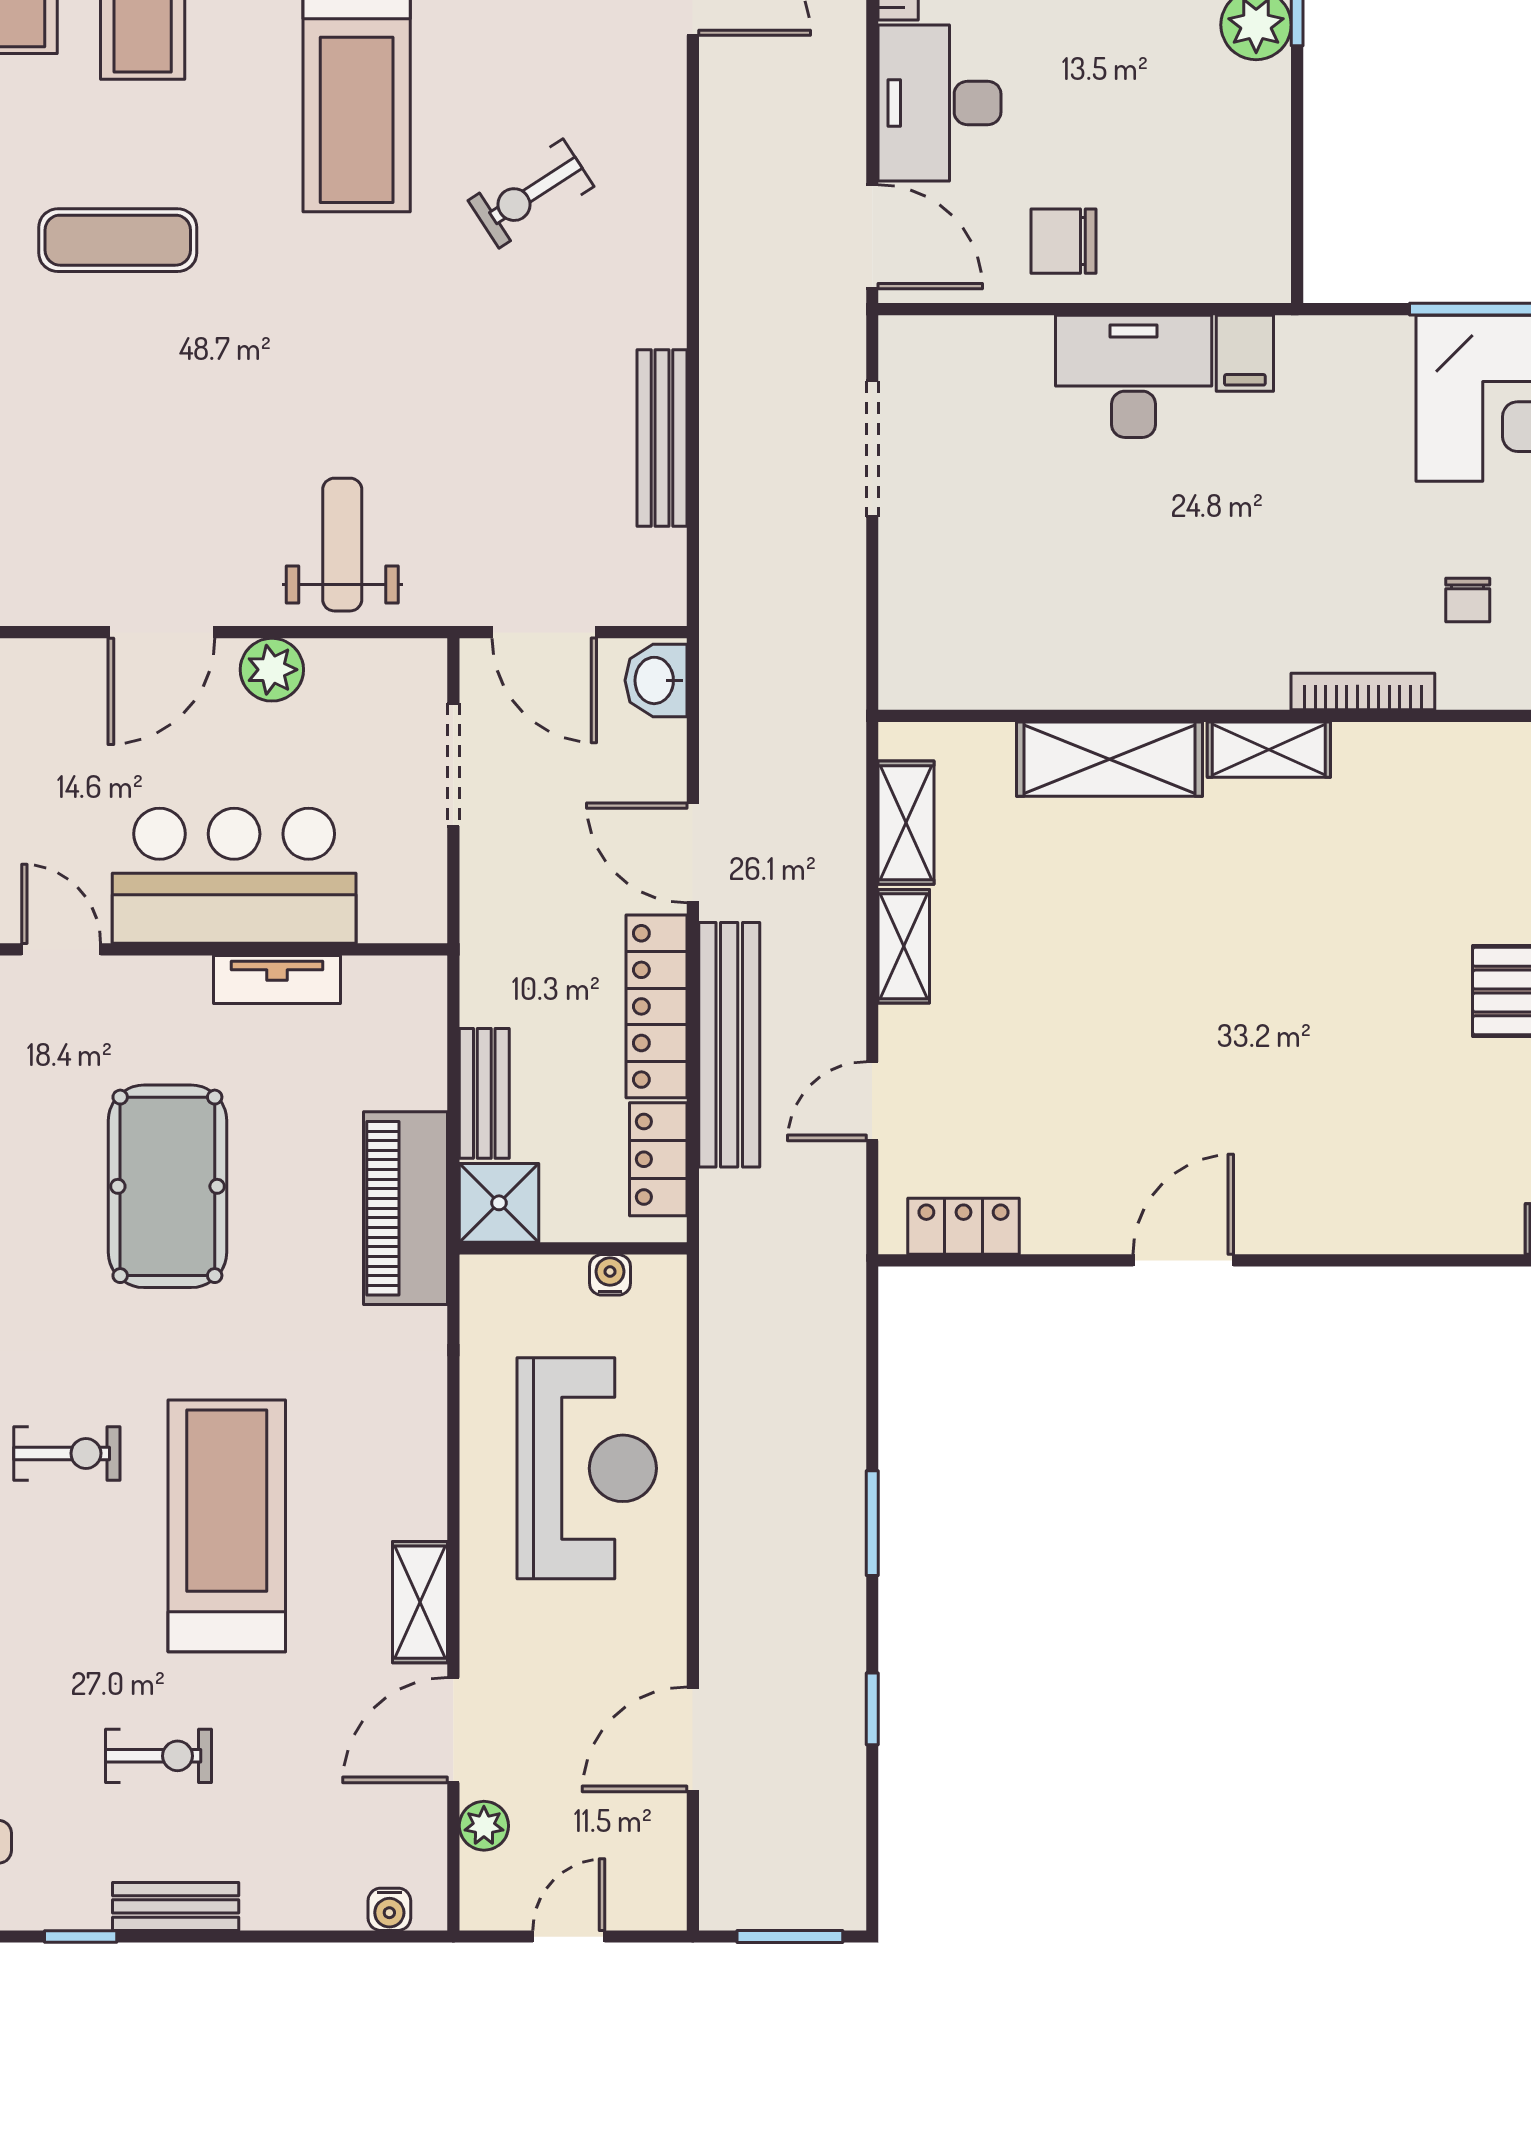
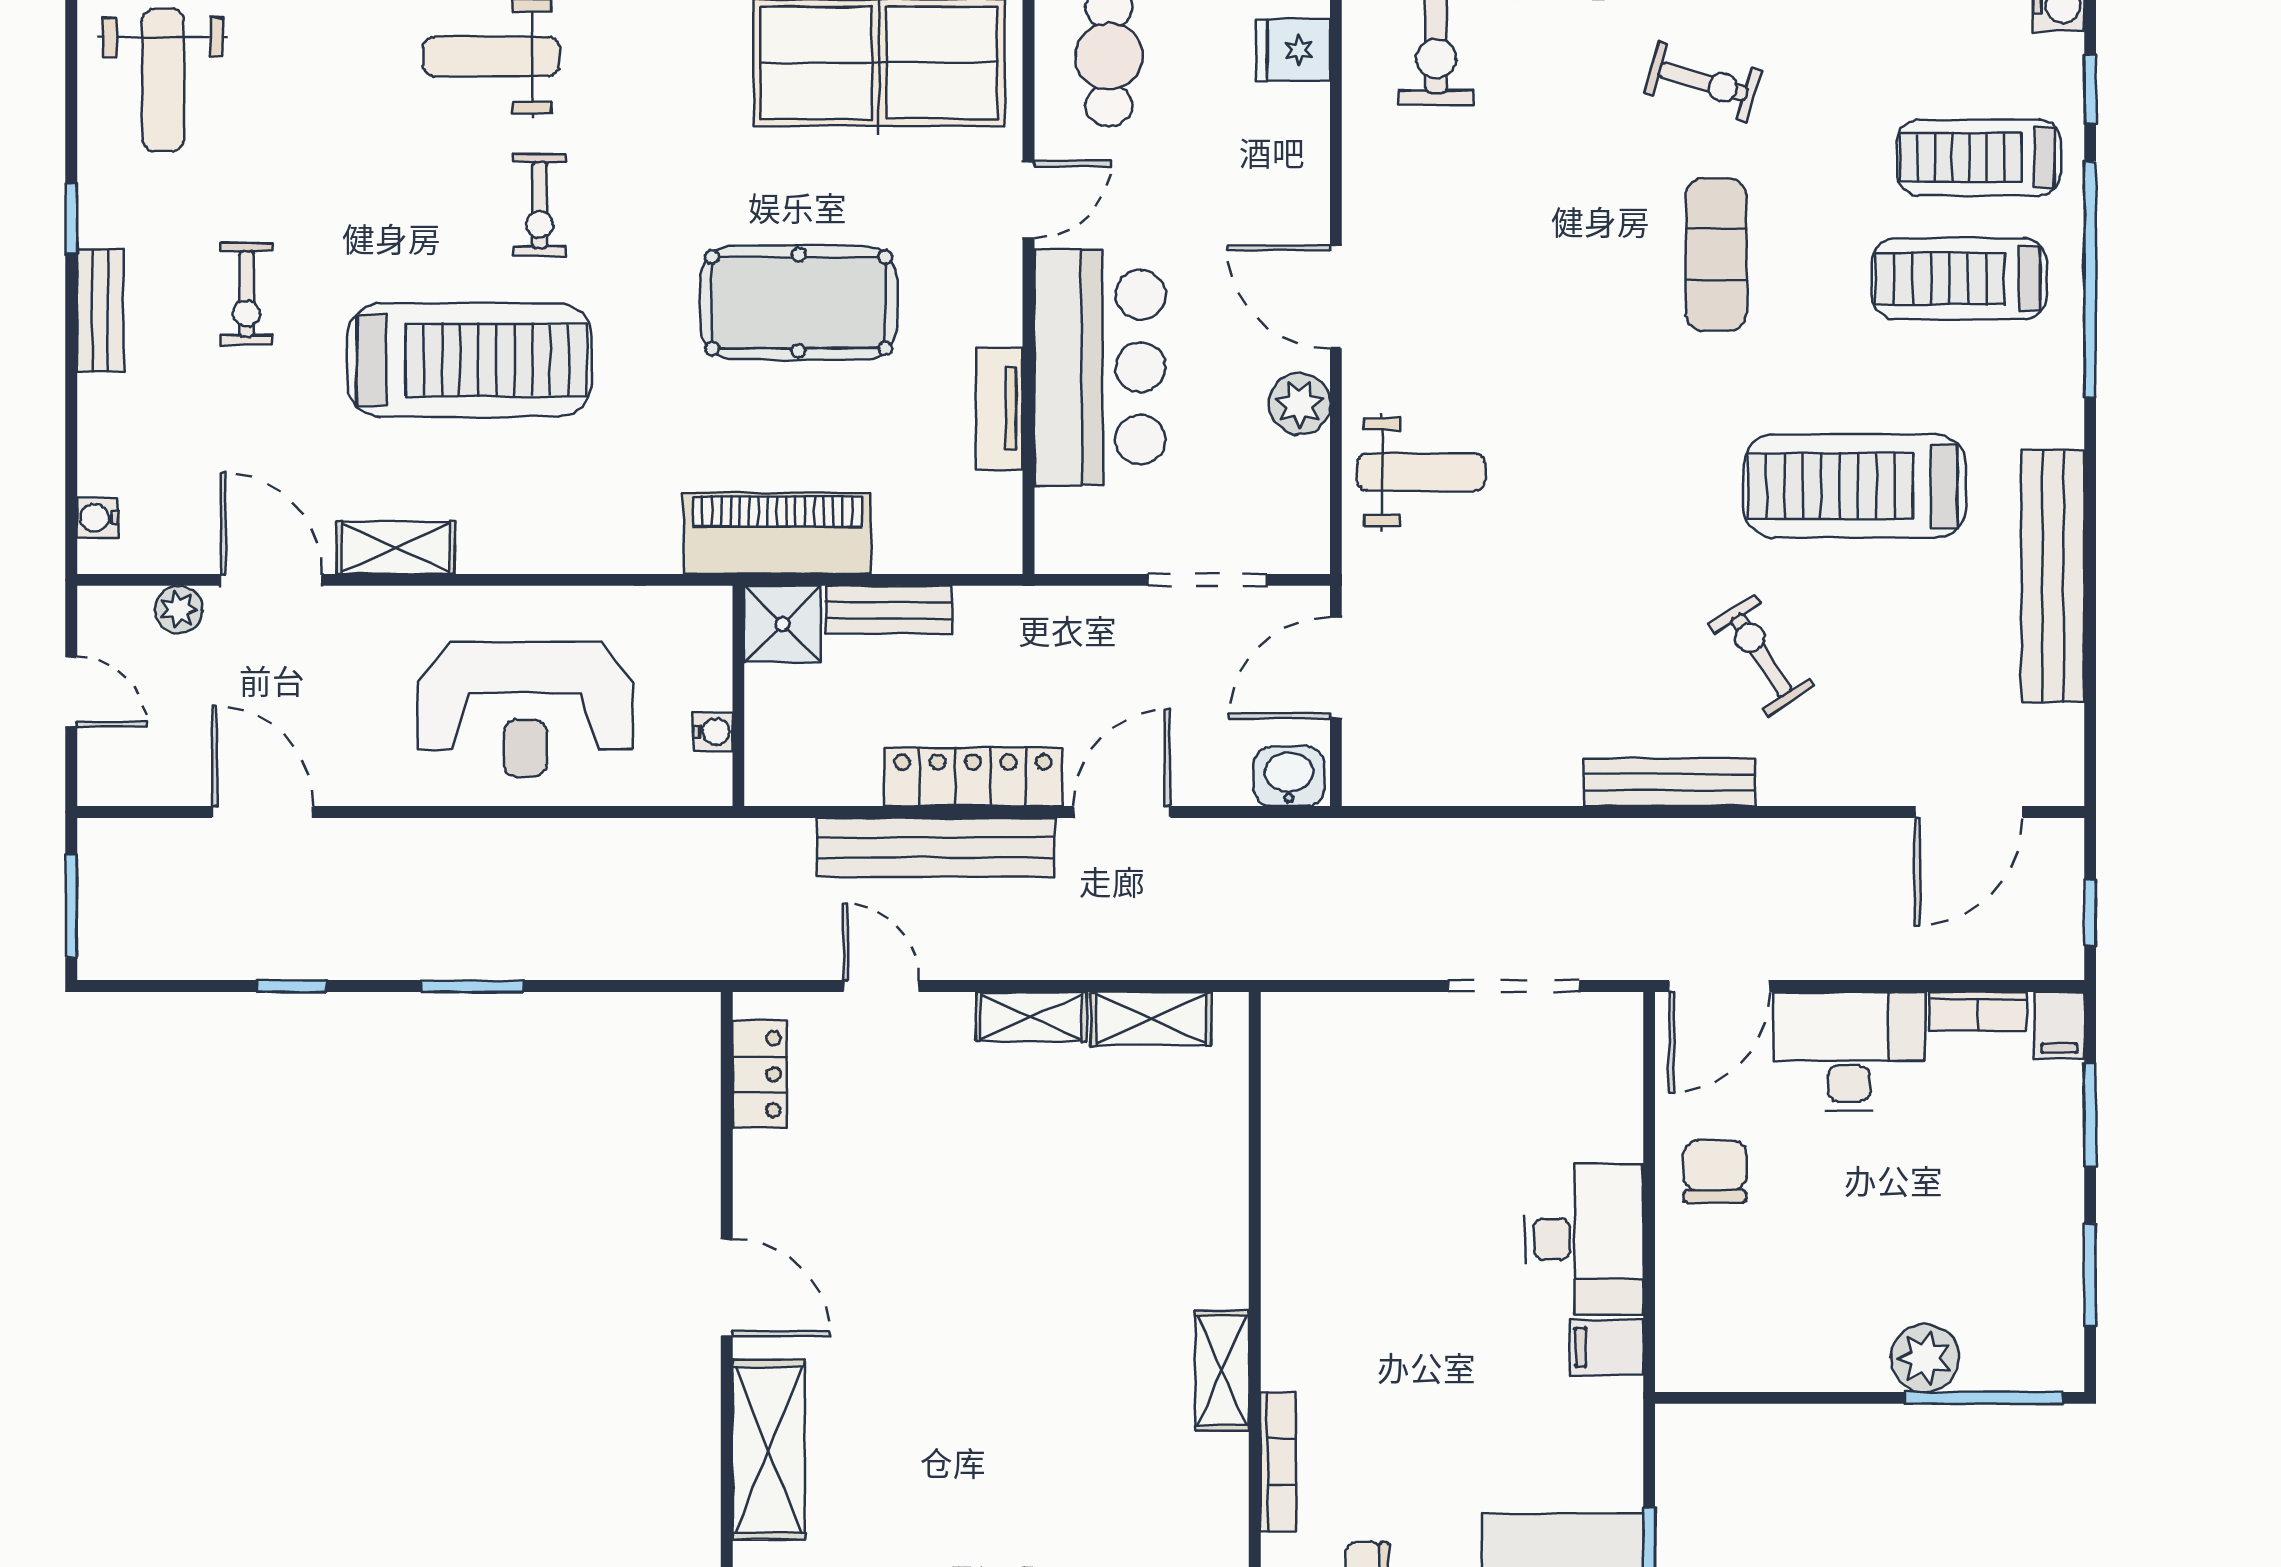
bench: (662, 438) -> (1669, 782), moved
shelving: (1110, 759) -> (769, 1450), moved
locker: (658, 1159) -> (825, 778), removed

